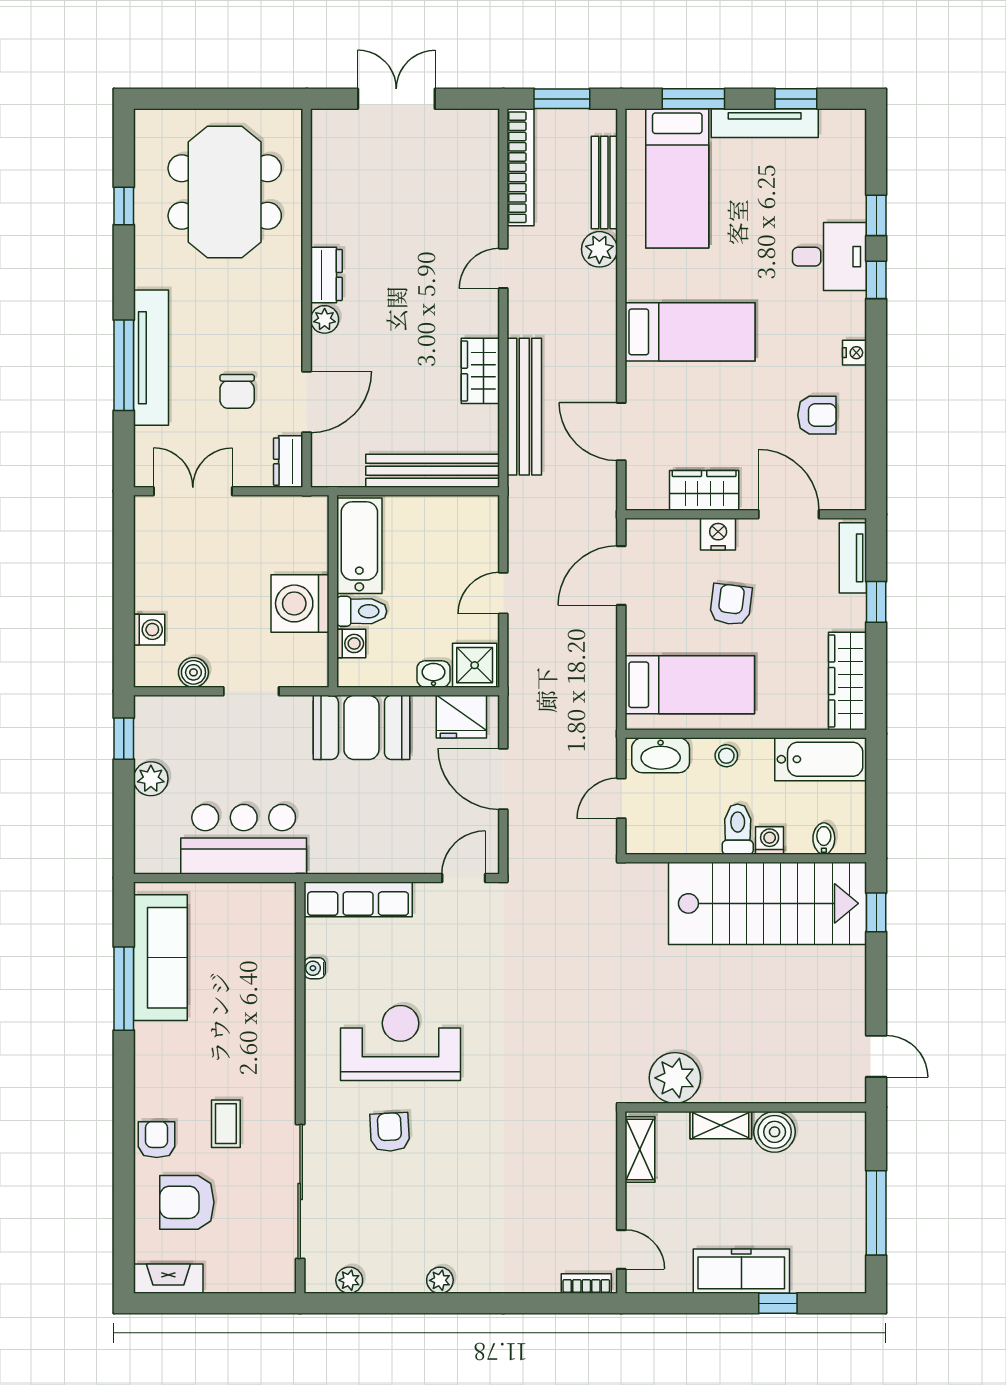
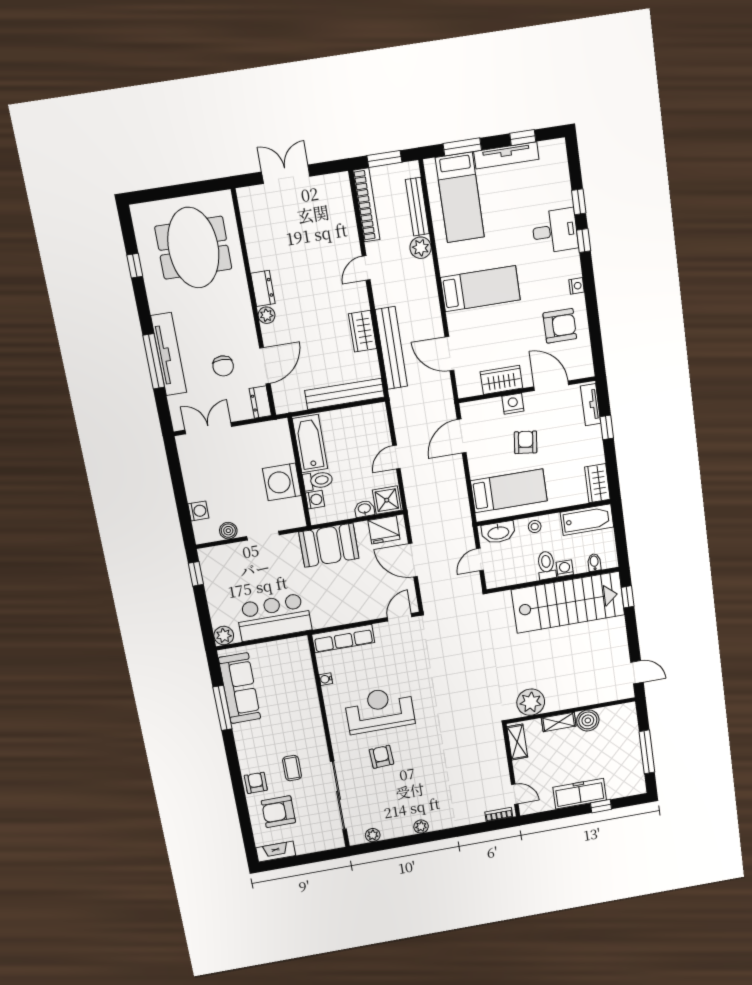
armchair: (817, 415) -> (560, 326), width x1.38, depth x1.38
wardrobe: (847, 681) -> (597, 483), width x0.67
plant: (151, 779) -> (224, 636), moved

